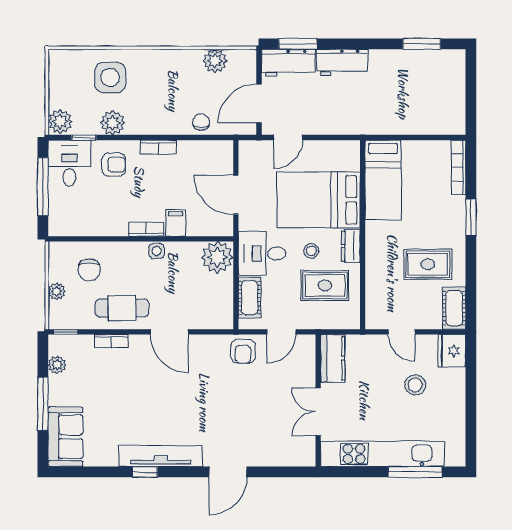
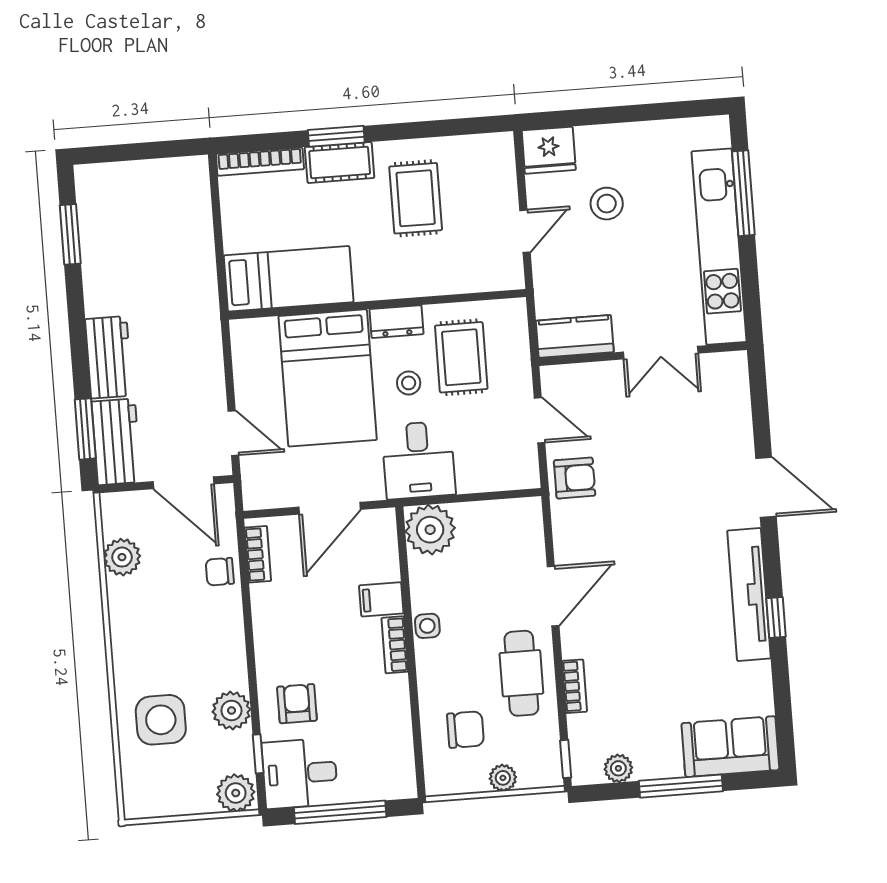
bookcase: (158, 147) -> (258, 554), moved
cot: (250, 298) -> (490, 474), removed
cot: (454, 308) -> (340, 163), moved

